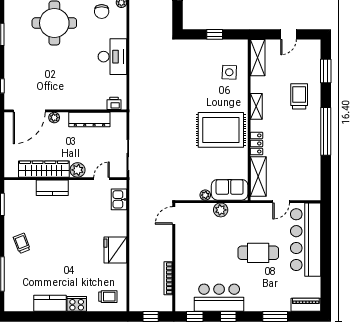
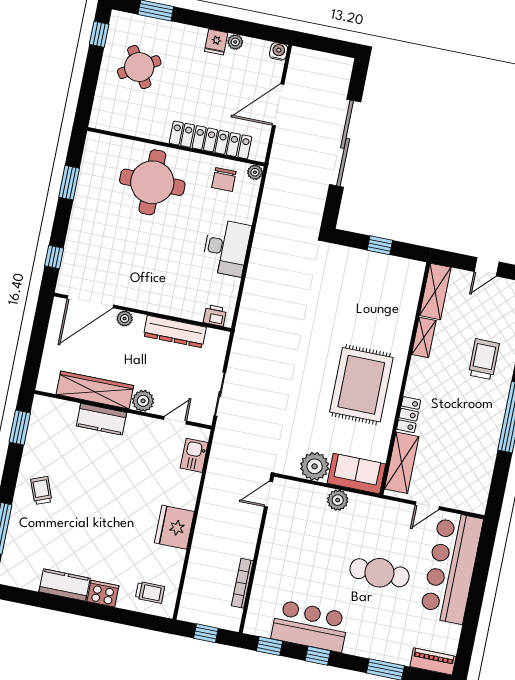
side table: (229, 72) -> (390, 304), removed
shelving: (256, 106) -> (424, 338), moved
rug: (221, 130) -> (361, 385), turned 90
plant: (205, 195) -> (315, 466), width x1.88, depth x1.88

